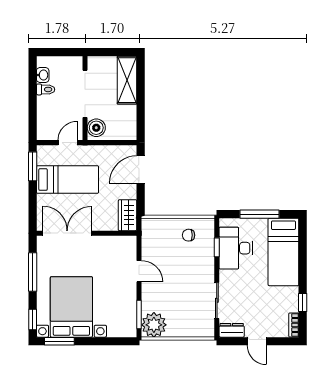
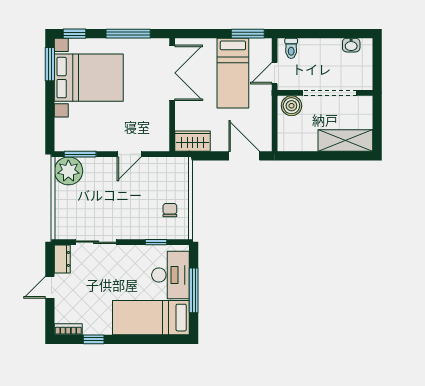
toilet: (46, 89) -> (291, 48), moved
door: (68, 143) -> (275, 73), swing flipped
desk: (236, 248) -> (170, 275), moved, turned 90

